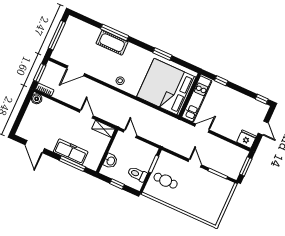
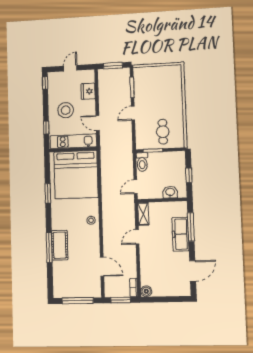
stool: (228, 106) -> (66, 110), added
fridge: (246, 139) -> (88, 91), moved
toilet: (137, 174) -> (142, 162), moved

